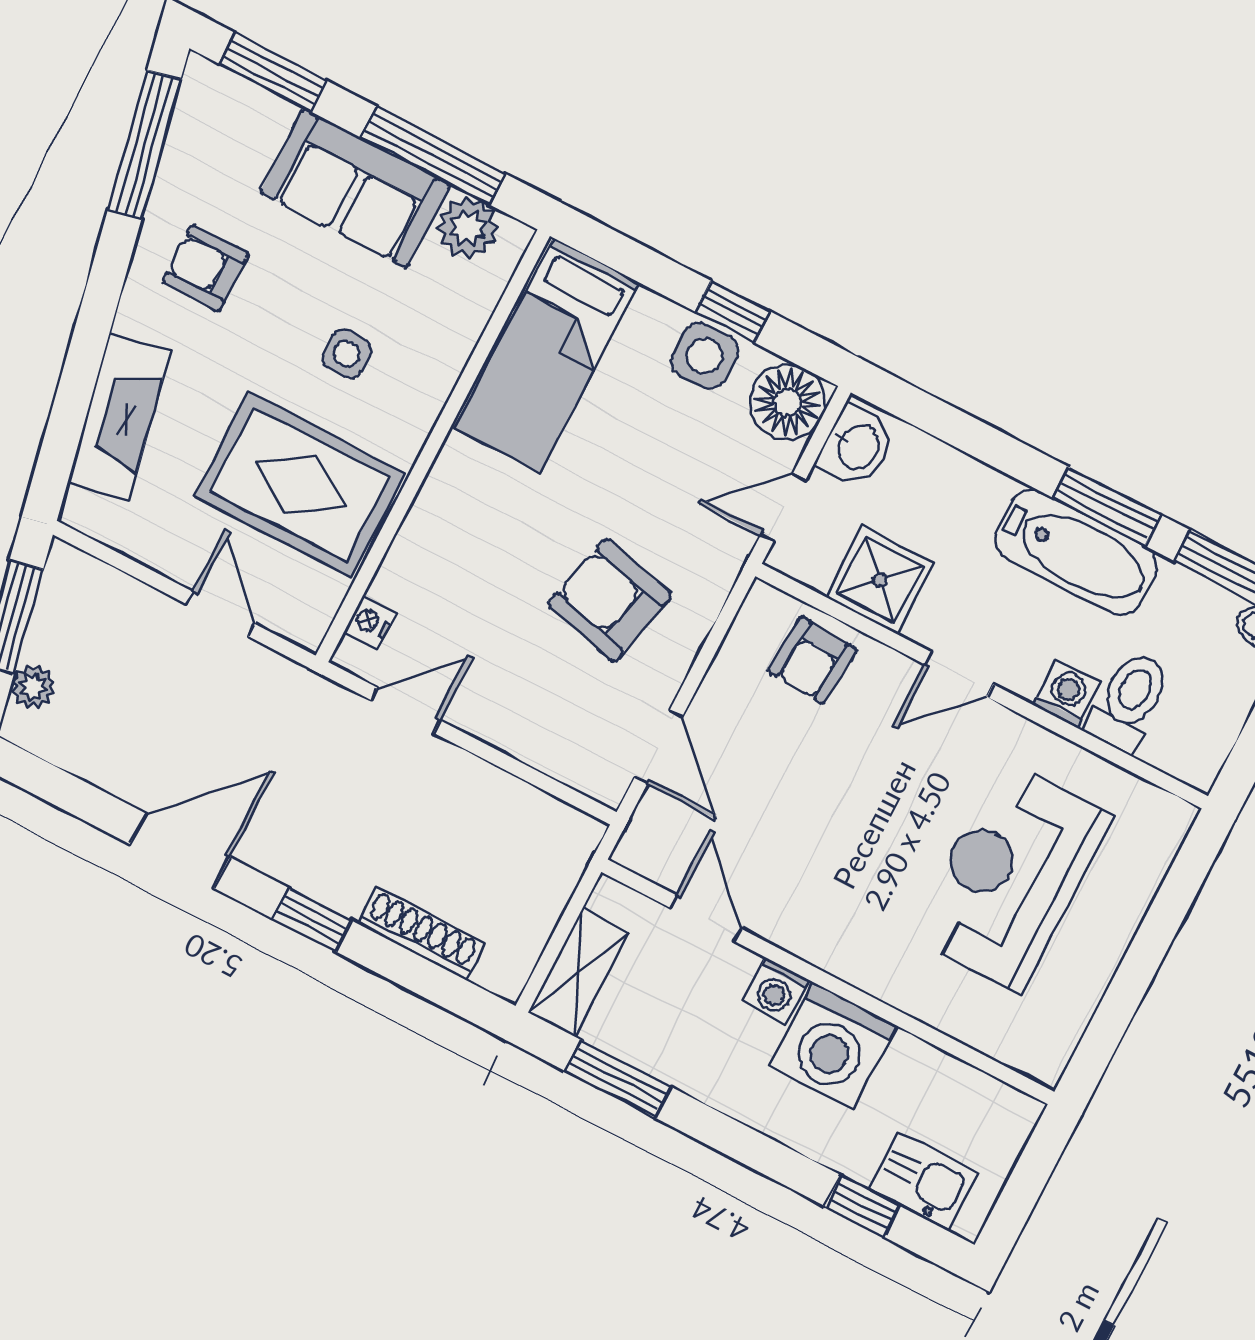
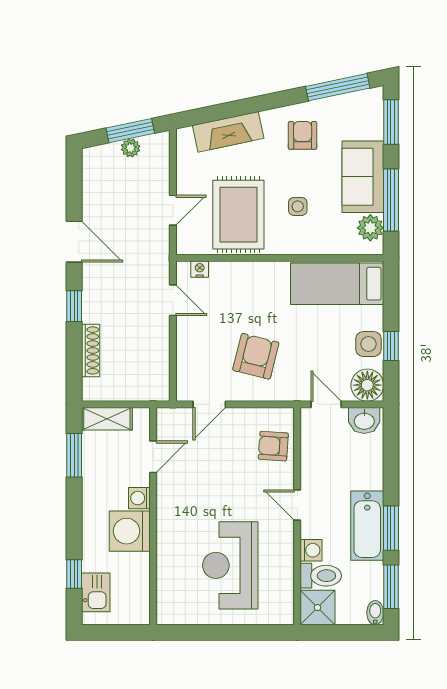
shower: (880, 580) -> (317, 608), moved
plant: (33, 687) -> (131, 148), moved
reception desk: (1011, 876) -> (230, 565), turned -90

